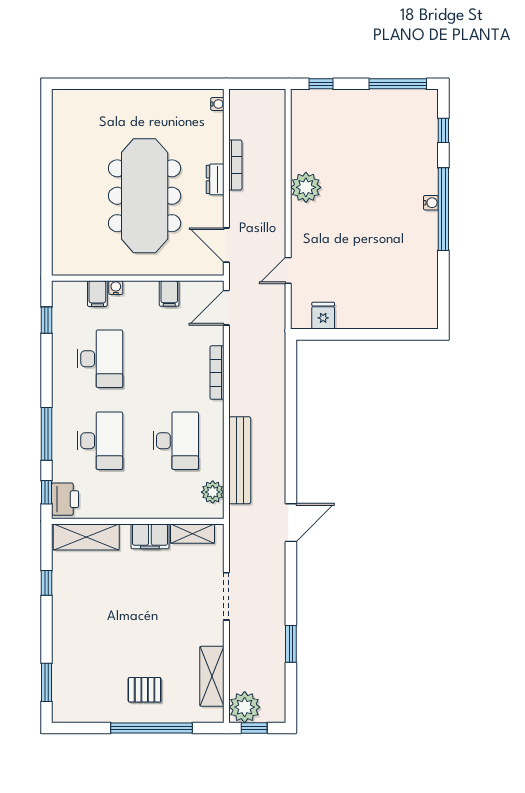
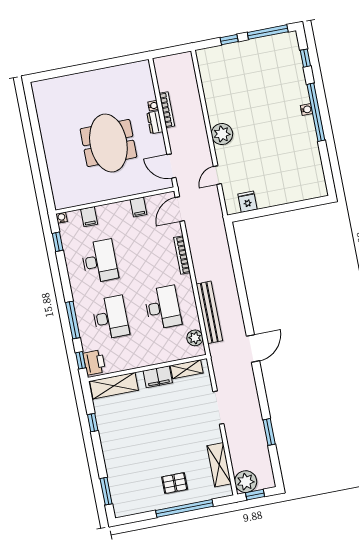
window: (321, 84) -> (229, 40), moved
water cooler: (217, 104) -> (153, 106), moved
plant: (306, 187) -> (222, 134), moved
meeting table: (145, 196) -> (108, 143), width x0.73
water cooler: (116, 288) -> (62, 218), moved

